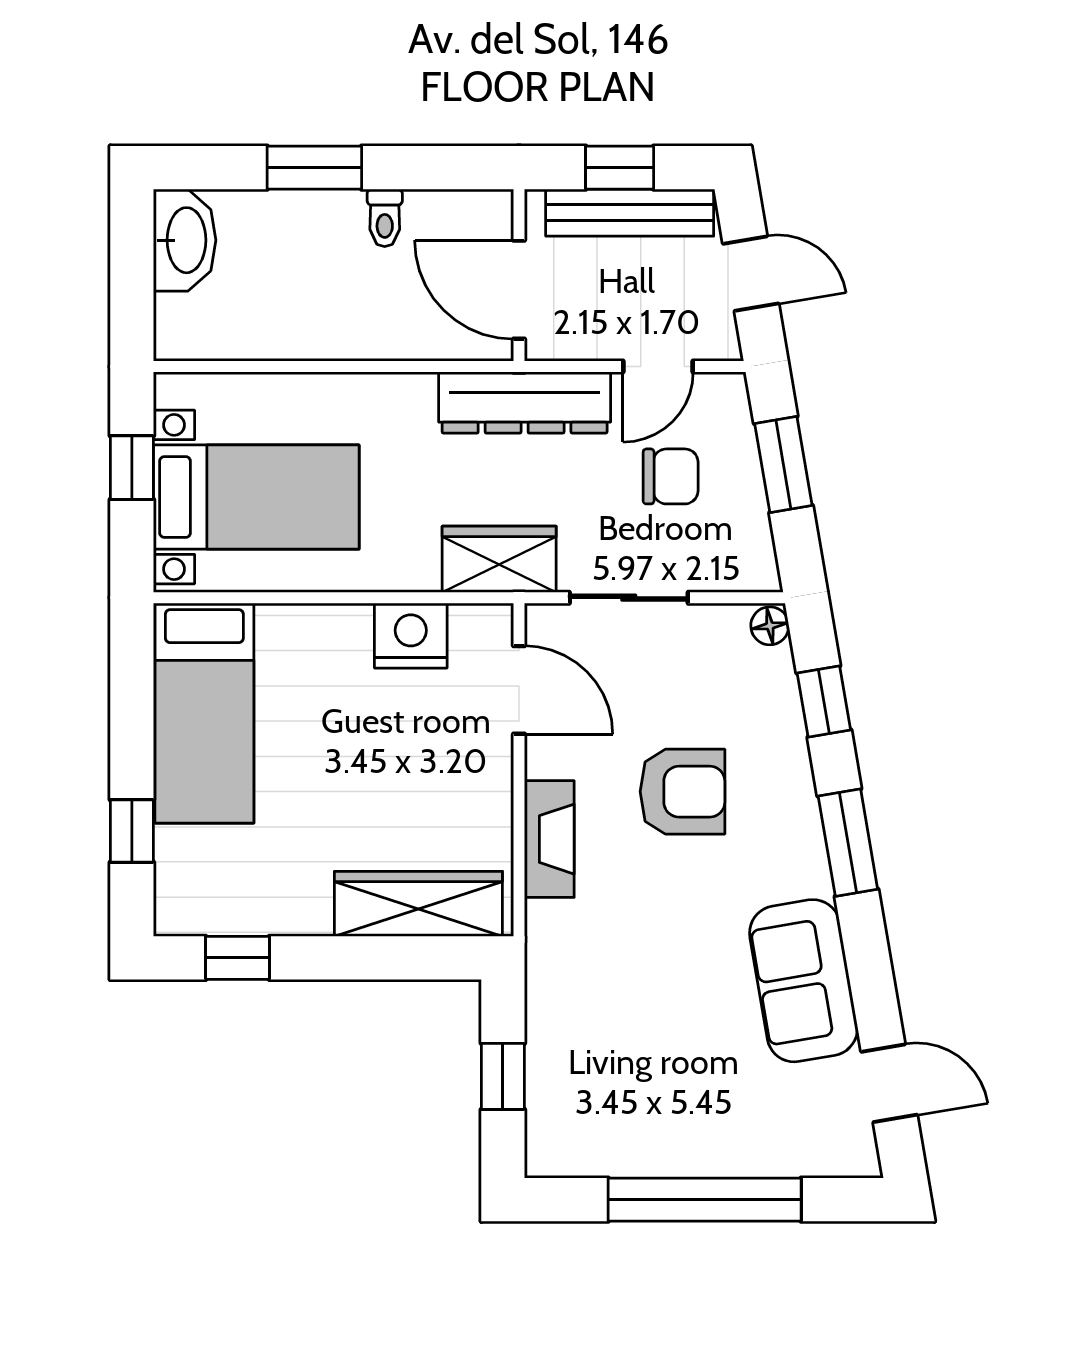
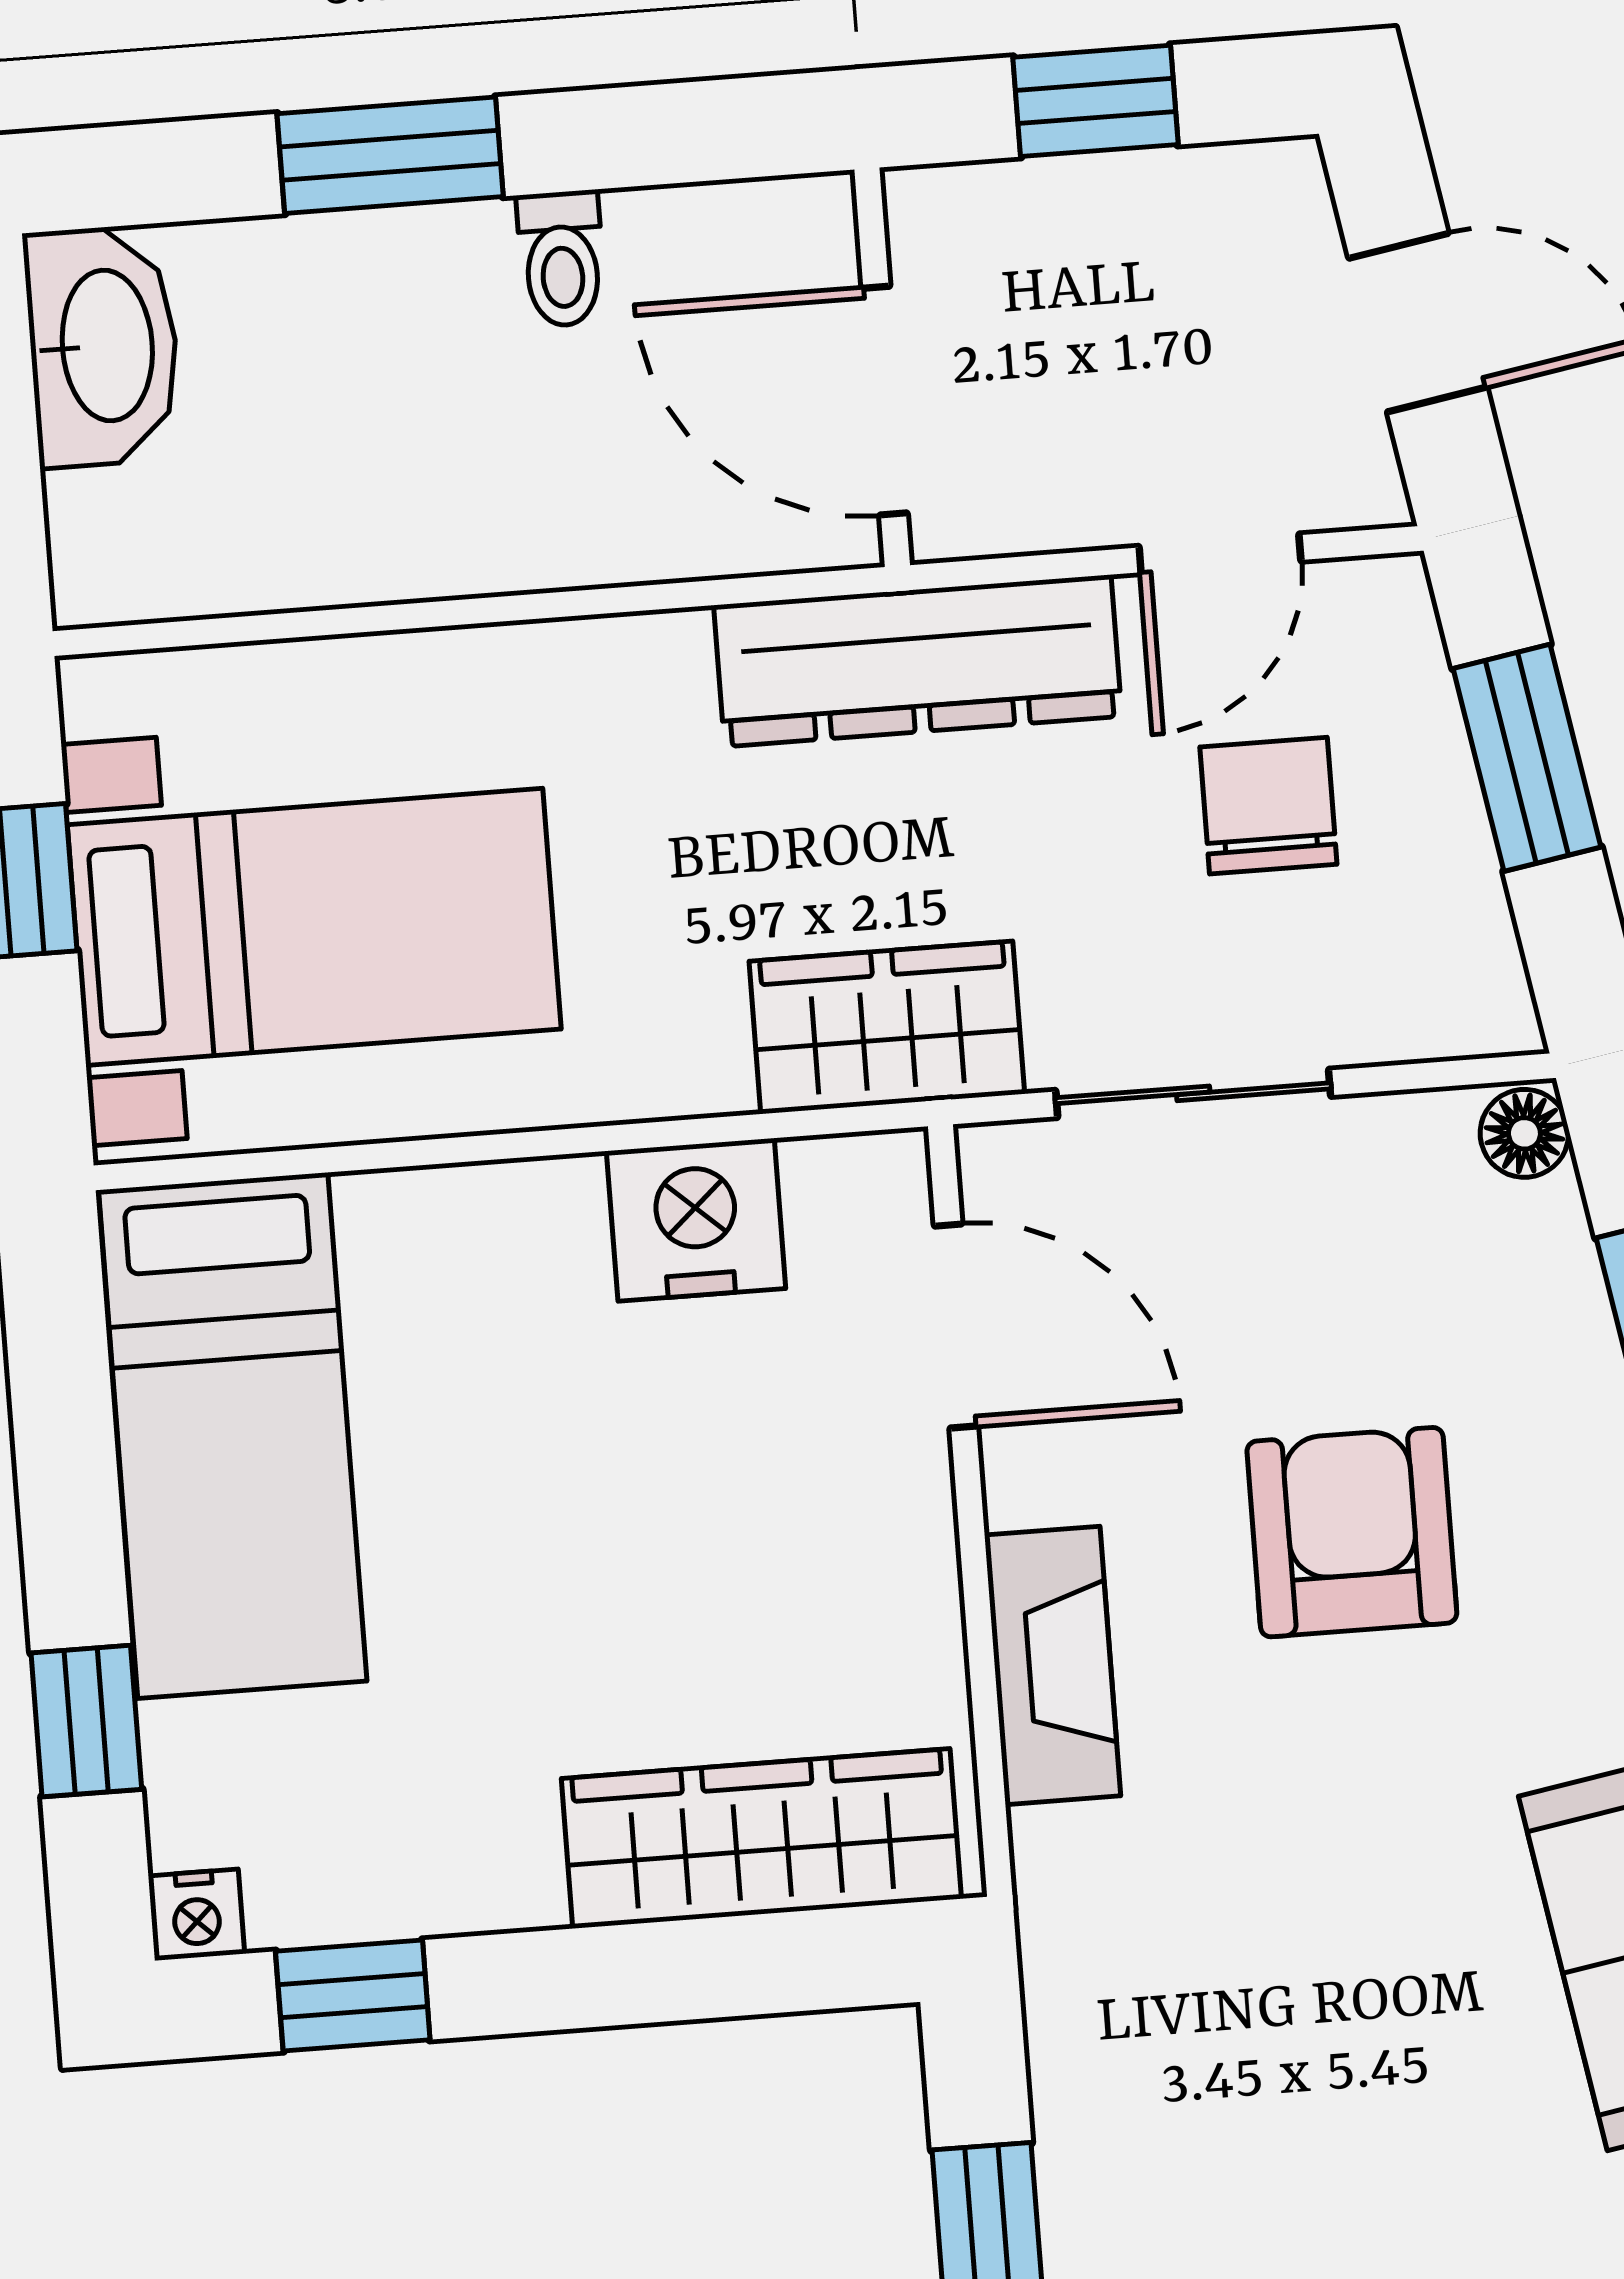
bench: (630, 213) -> (1127, 203), removed
chair: (671, 476) -> (1268, 806), turned -90
armchair: (682, 792) -> (1352, 1532), turned -90
nightstand: (173, 918) -> (196, 1915), added

